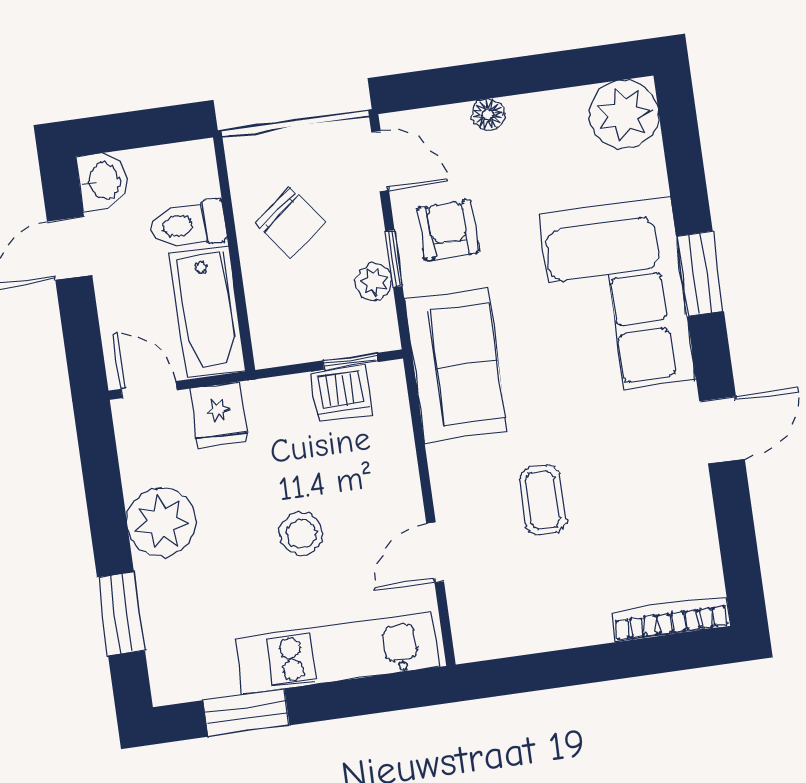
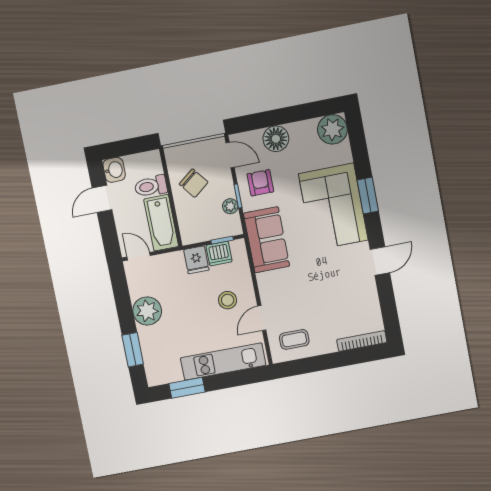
floor lamp: (488, 115) -> (276, 139), width x1.89, depth x1.89
fridge: (219, 415) -> (196, 260), moved
coffee table: (543, 500) -> (294, 339), moved, turned 90
stool: (301, 534) -> (228, 300), moved

